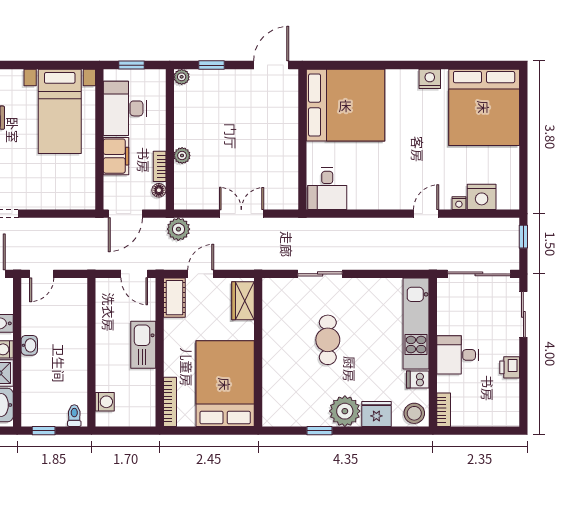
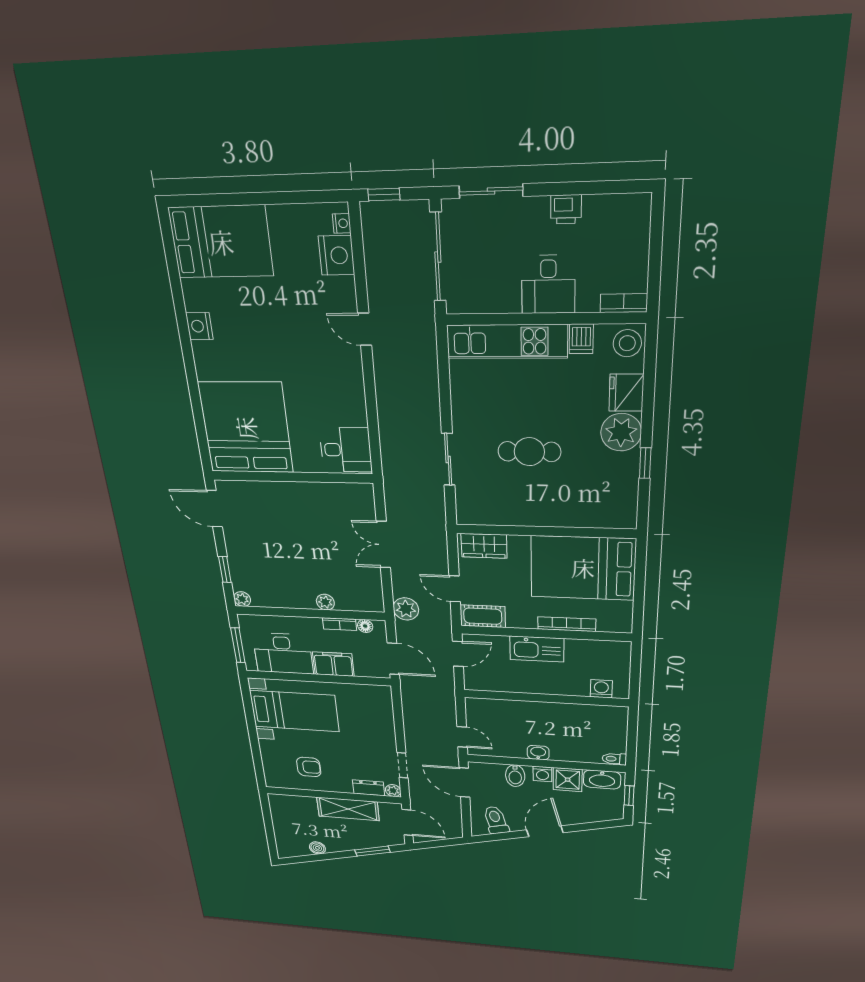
window: (132, 65) -> (238, 645), width x1.50
bed: (484, 107) -> (221, 242), width x0.73
nightstand: (459, 203) -> (342, 223), moved
bookcase: (170, 402) -> (567, 624), moved
toilet: (74, 416) -> (614, 759), moved
window: (44, 431) -> (632, 746), removed

